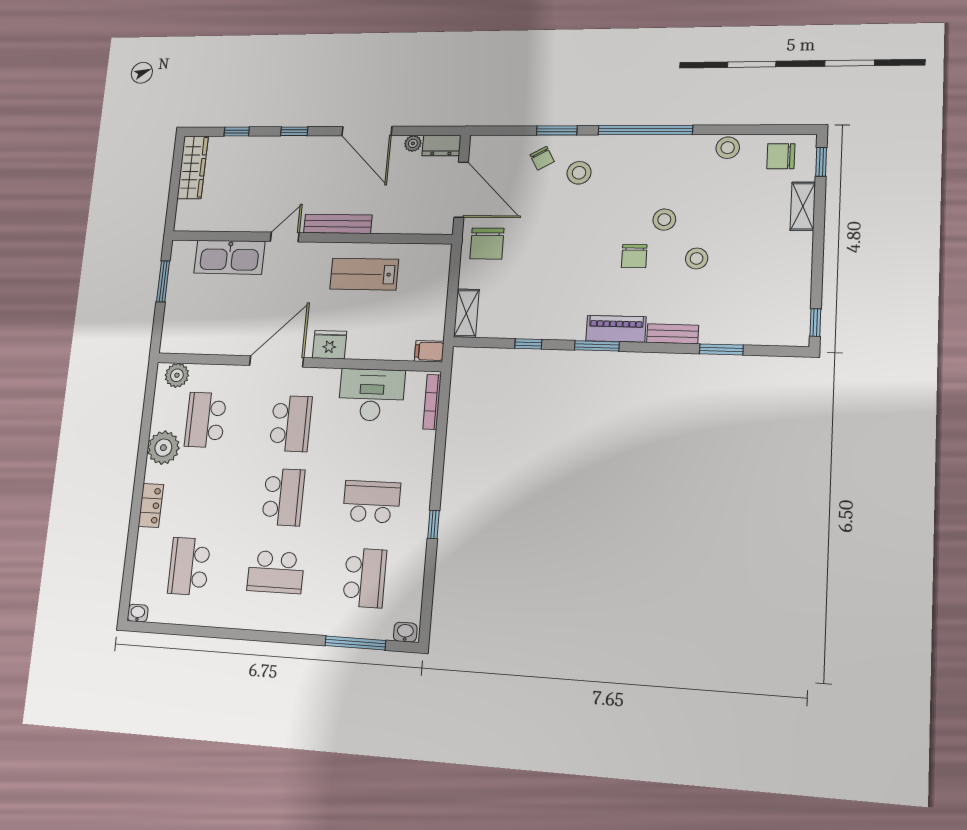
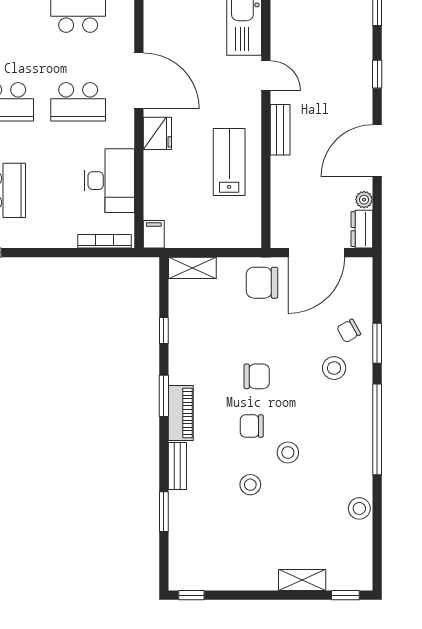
chair: (781, 156) -> (257, 376), moved, turned 90
bench: (338, 224) -> (280, 130), width x0.73

